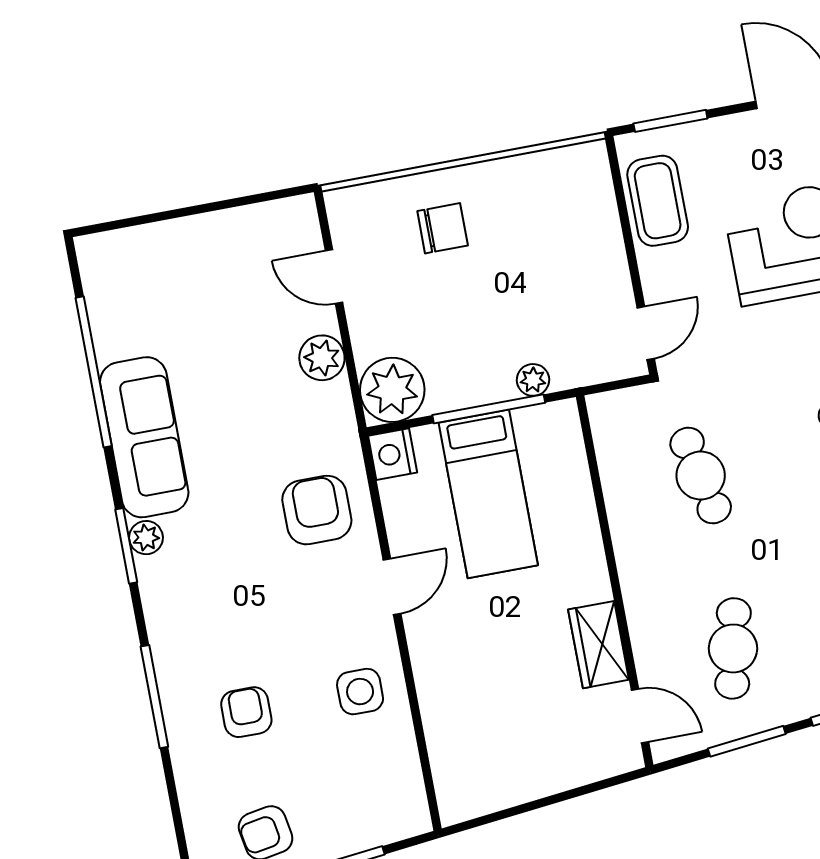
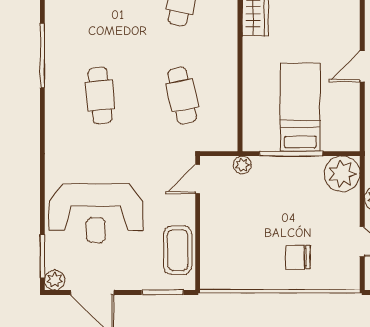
plant: (533, 380) -> (242, 165), moved
nightstand: (393, 454) -> (348, 139), removed

